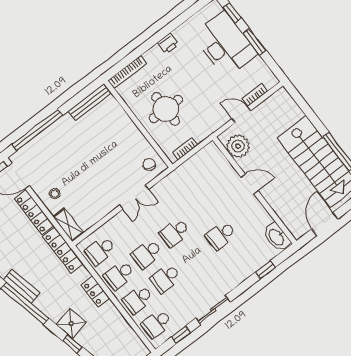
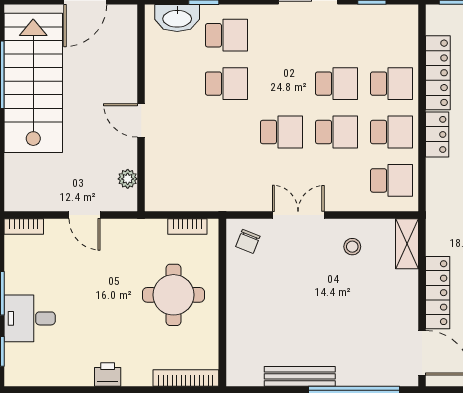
desk: (225, 44) -> (30, 318), width x0.53, depth x0.77
bookcase: (255, 95) -> (24, 227), moved
bench: (90, 102) -> (300, 376), moved
plant: (238, 146) -> (128, 179), width x0.53, depth x0.53
stool: (55, 194) -> (352, 247), moved
washbasin: (277, 237) -> (177, 18), moved, turned 90
locker: (63, 250) -> (438, 73), moved
school desk: (157, 324) -> (226, 35), moved

